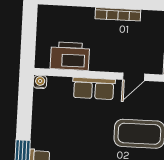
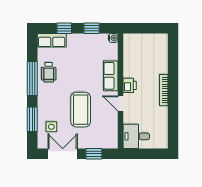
printer: (70, 56) -> (130, 85), moved, width x0.53, depth x0.68
window: (25, 112) -> (92, 28), added

